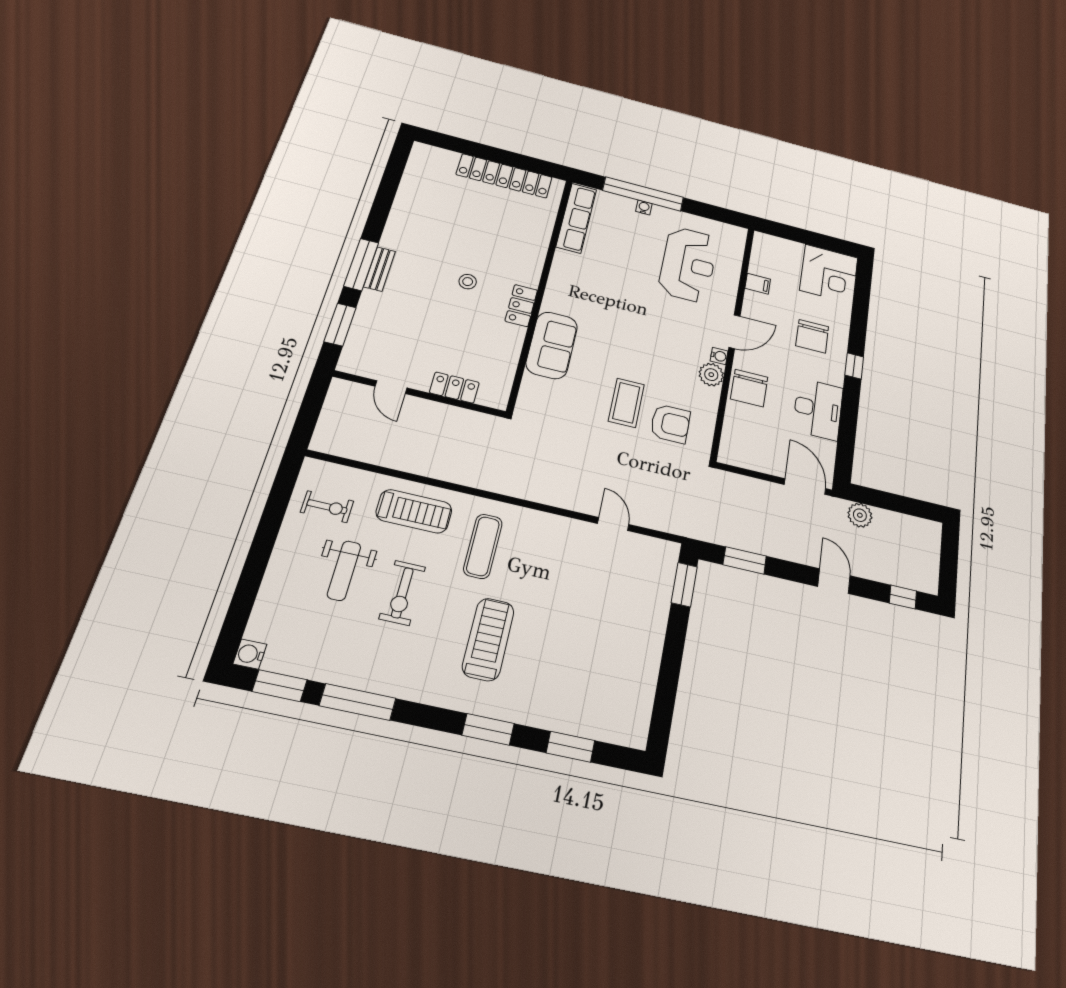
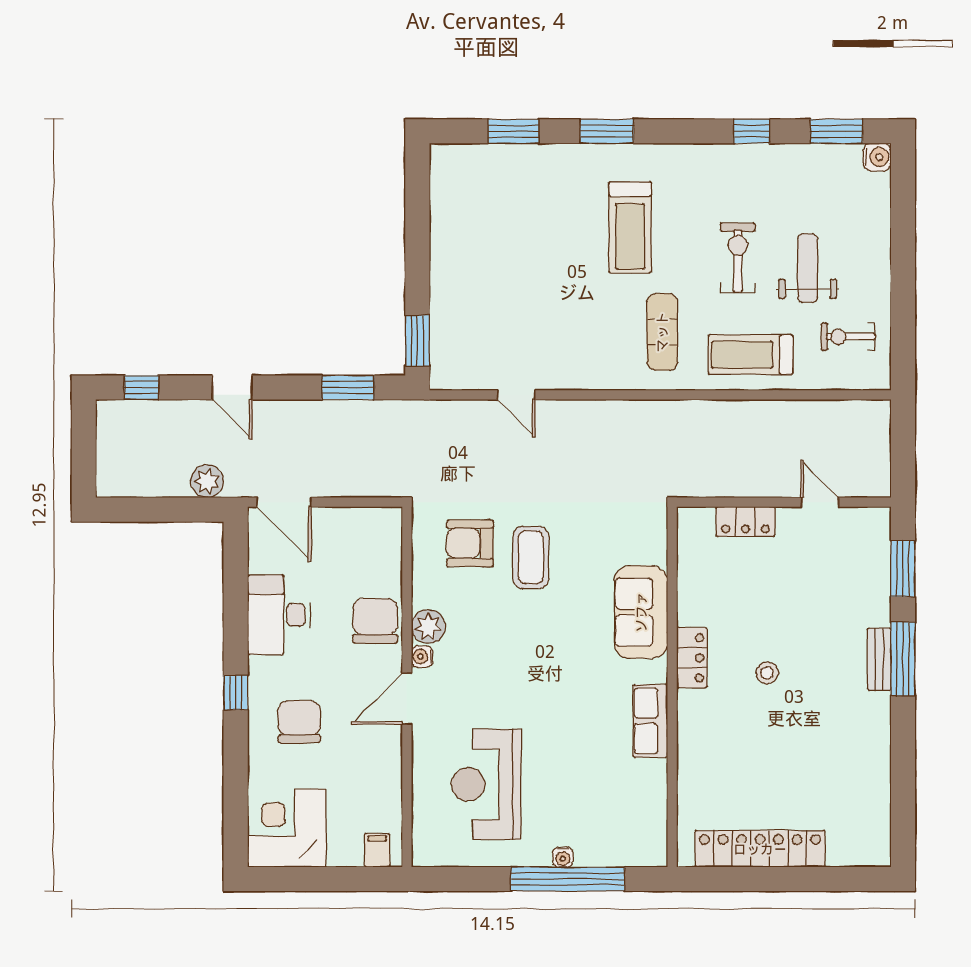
row of seats: (576, 218) -> (650, 721), moved, width x0.68
filing cabinet: (758, 284) -> (377, 850), moved, turned 90
window: (358, 702) -> (752, 131), width x0.46

